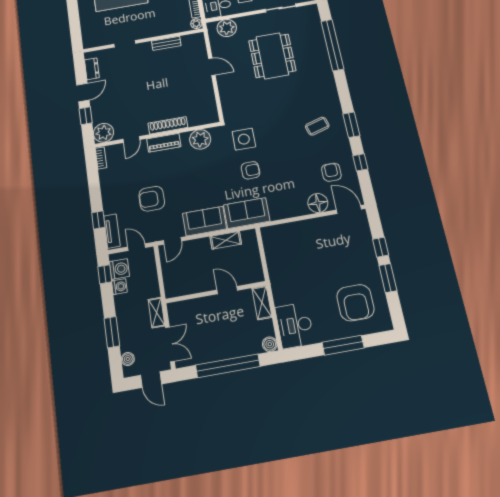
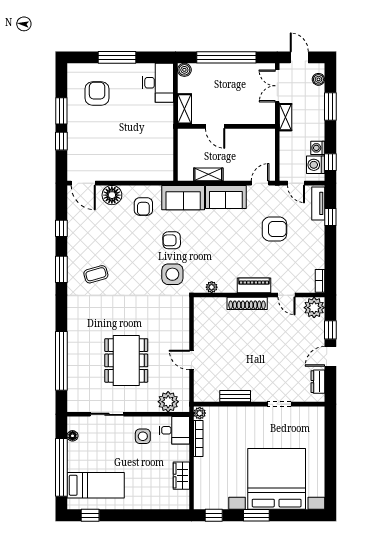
door: (131, 139) -> (287, 295), swing flipped
plant: (200, 139) -> (212, 287), width x0.53, depth x0.53
armchair: (331, 172) -> (143, 207), moved
armchair: (355, 303) -> (97, 93), width x0.73, depth x0.73

